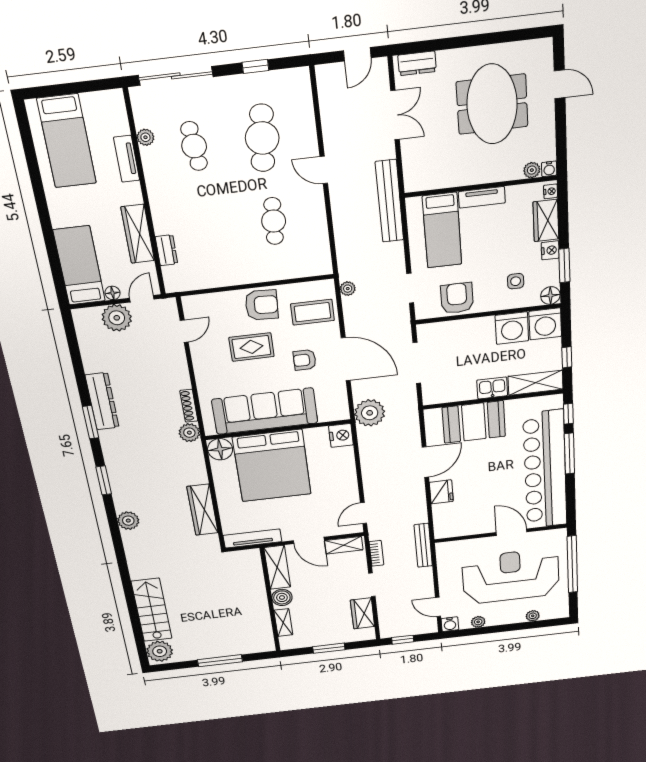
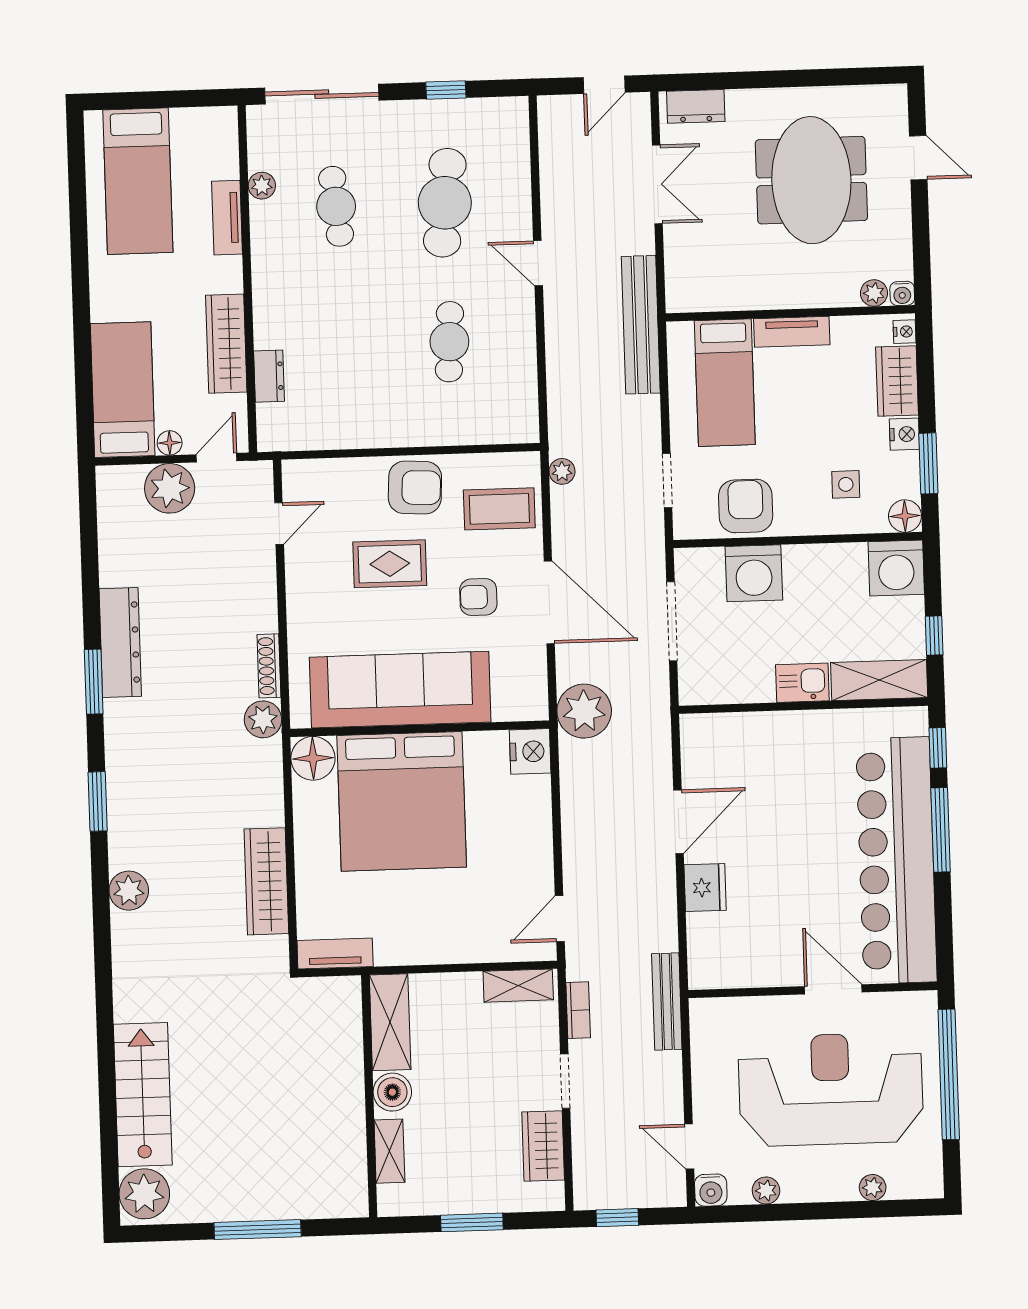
washing machine: (512, 328) -> (754, 573), moved
booth: (474, 422) -> (768, 748), removed
tv unit: (252, 538) -> (335, 954), width x0.71
door: (309, 540) -> (454, 968), removed

